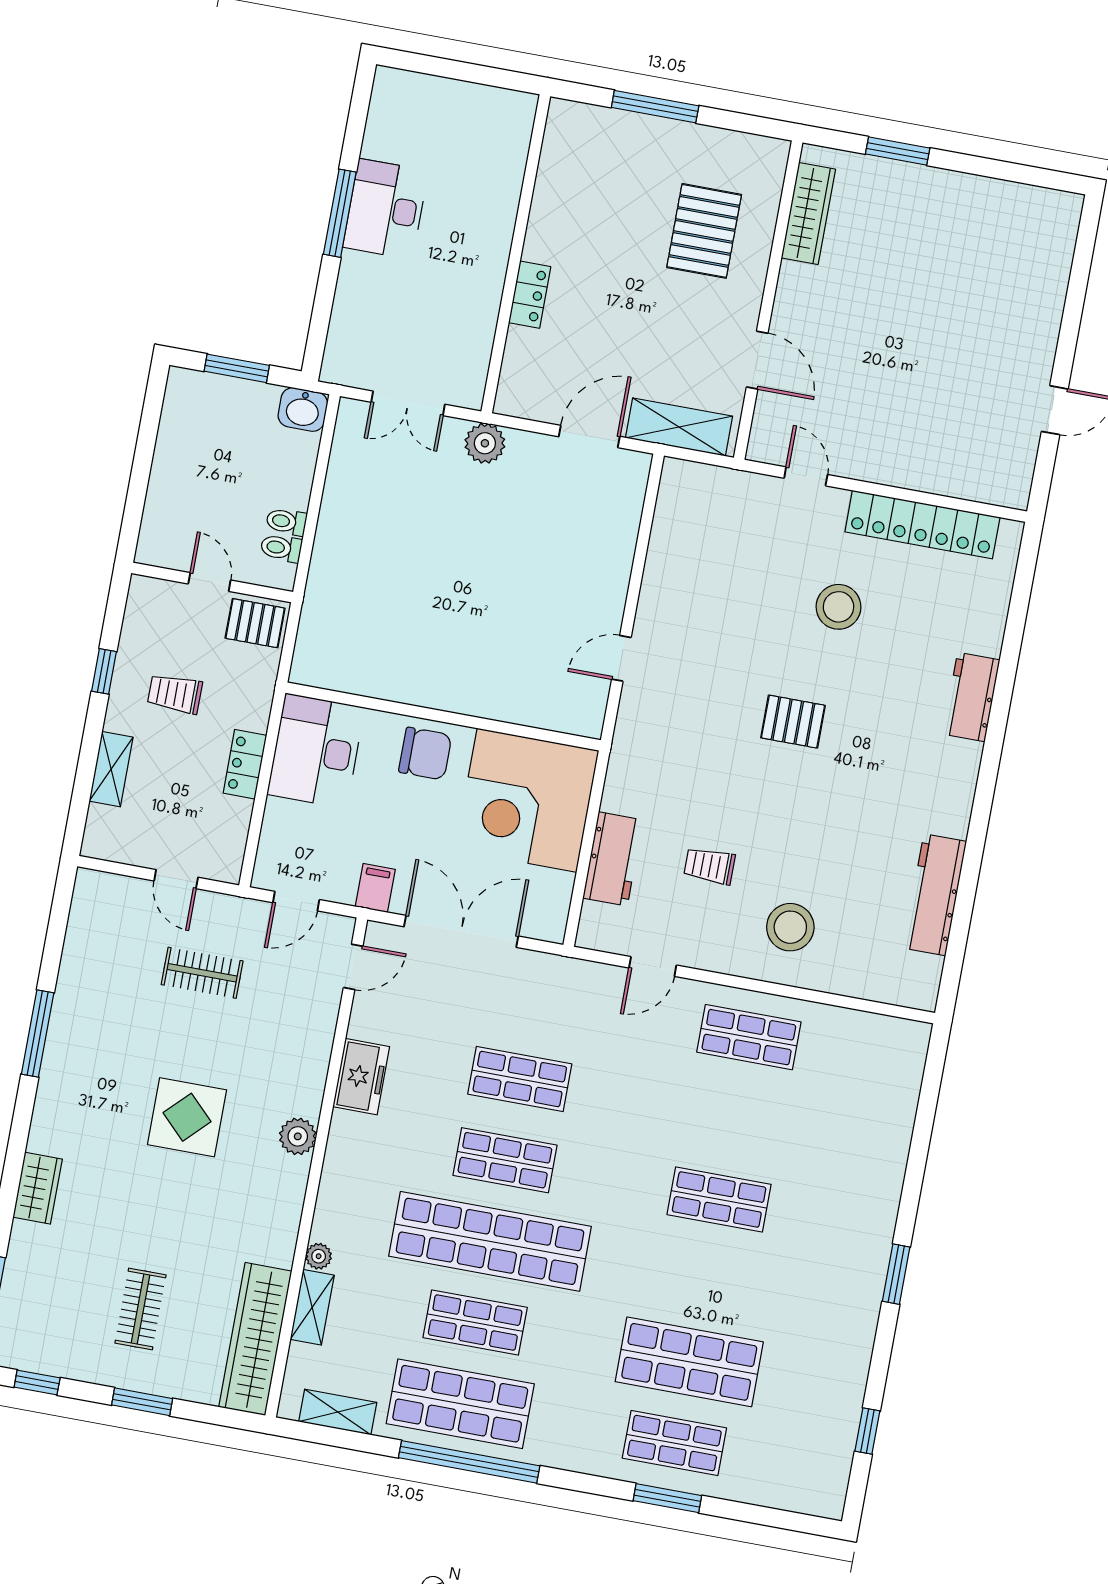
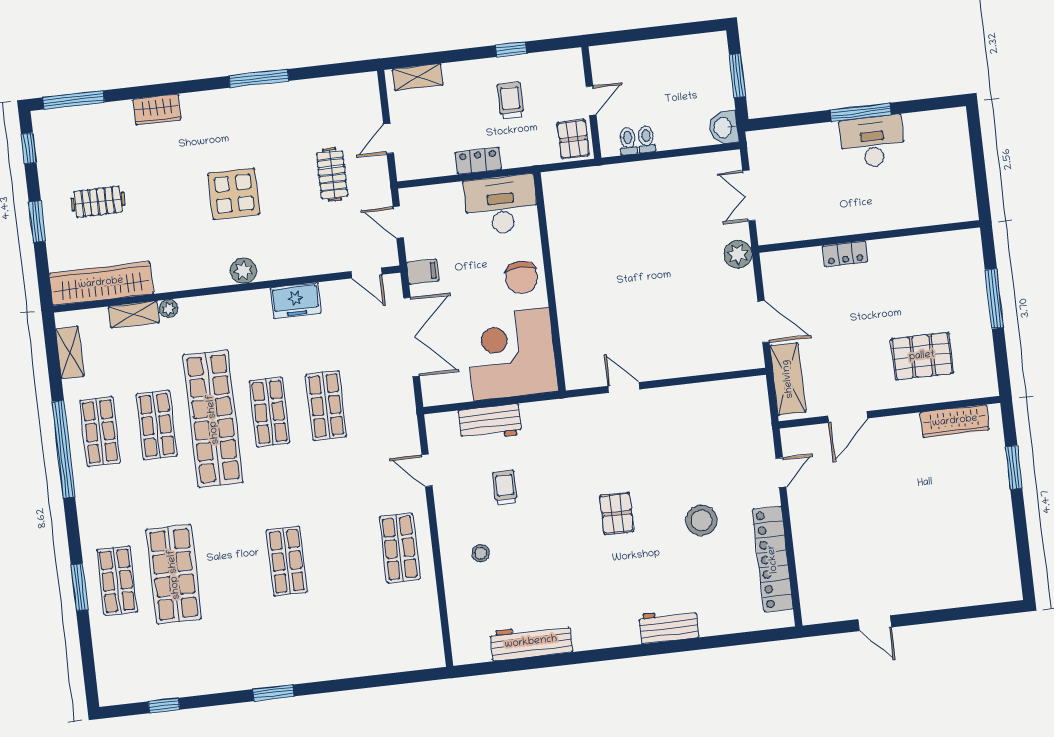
shelving: (111, 769) -> (418, 77), moved
stool: (790, 927) -> (481, 553), width x0.53, depth x0.53
shop shelf: (460, 1404) -> (100, 432), width x0.70, depth x0.74

